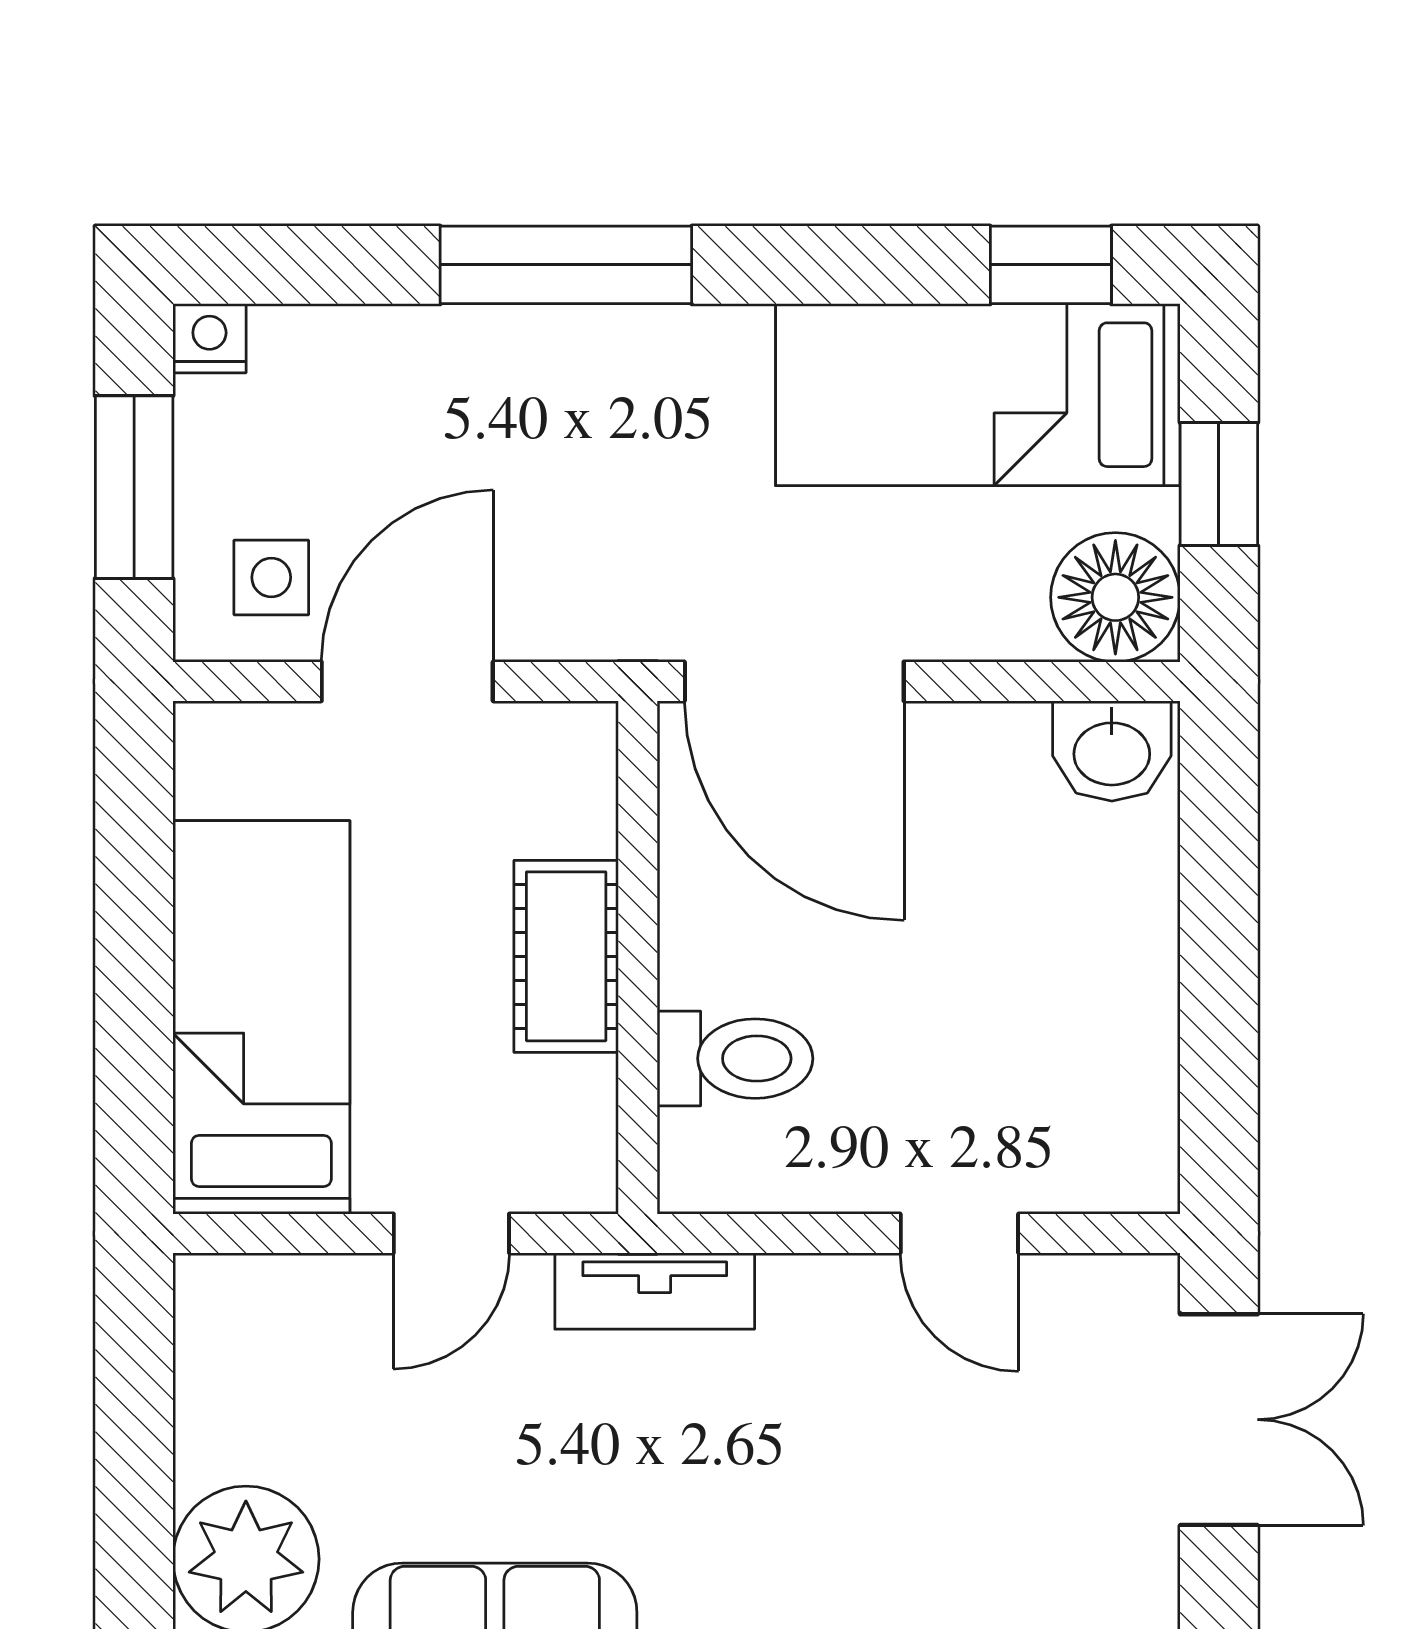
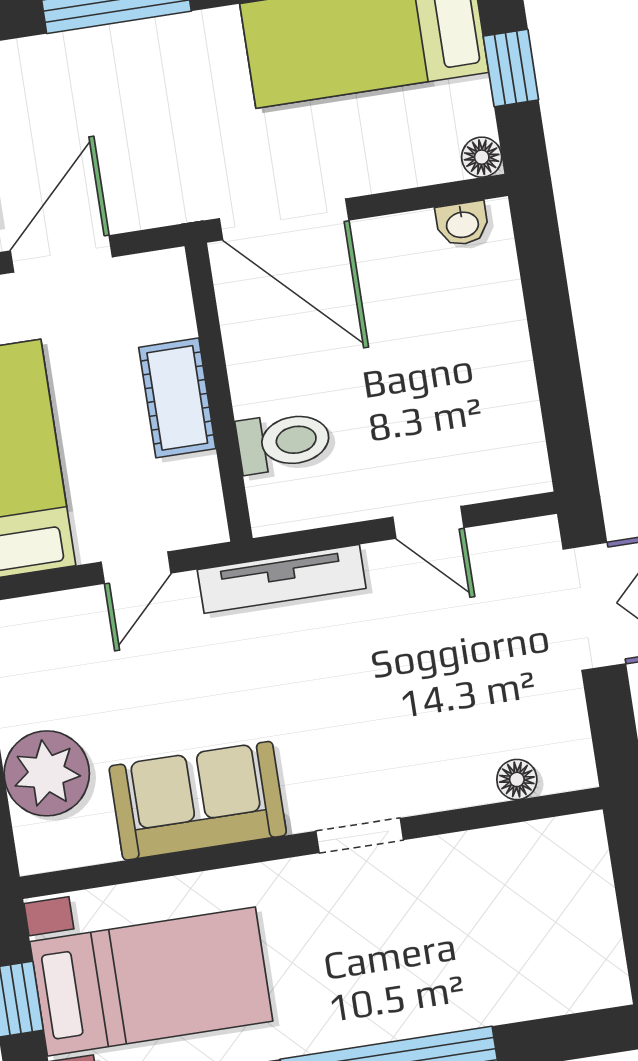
floor lamp: (1115, 597) -> (482, 157), width x0.53, depth x0.53
washbasin: (1112, 751) -> (462, 224), width x0.72, depth x0.69
tv unit: (655, 1291) -> (282, 579), width x1.41

